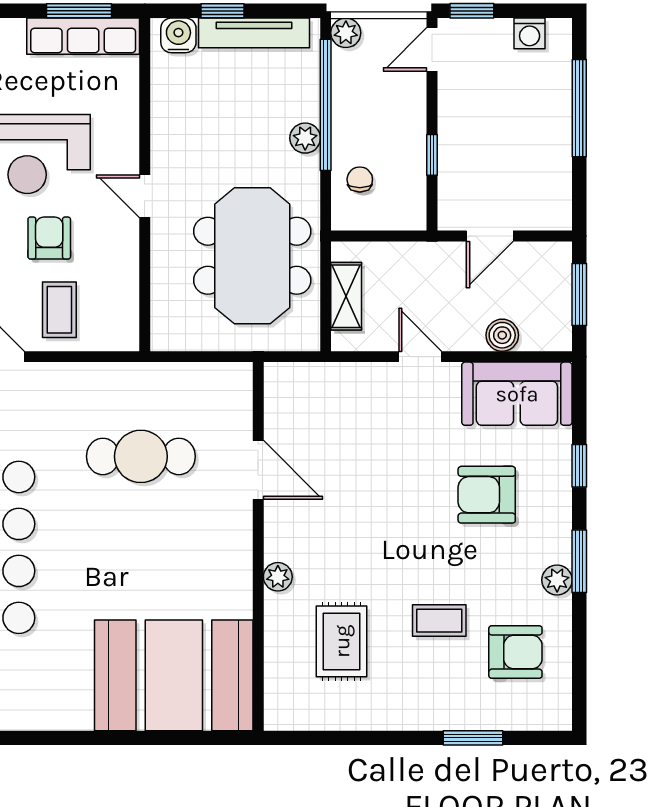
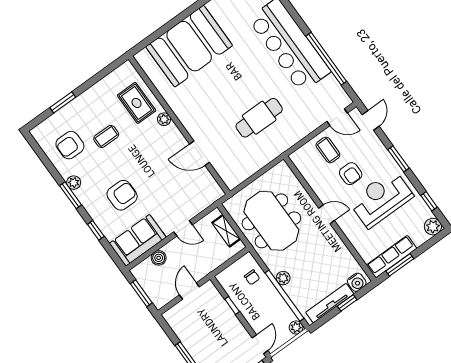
door: (258, 470) -> (199, 153), moved
wall: (258, 546) -> (179, 125), moved
plant: (278, 577) -> (164, 119), moved

